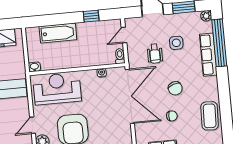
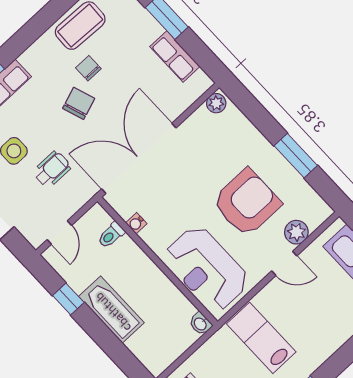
bathtub: (58, 33) -> (111, 310), moved
door: (124, 35) -> (59, 232), hinge flipped
toilet: (120, 56) -> (111, 235), moved
chair: (172, 116) -> (88, 68), moved

